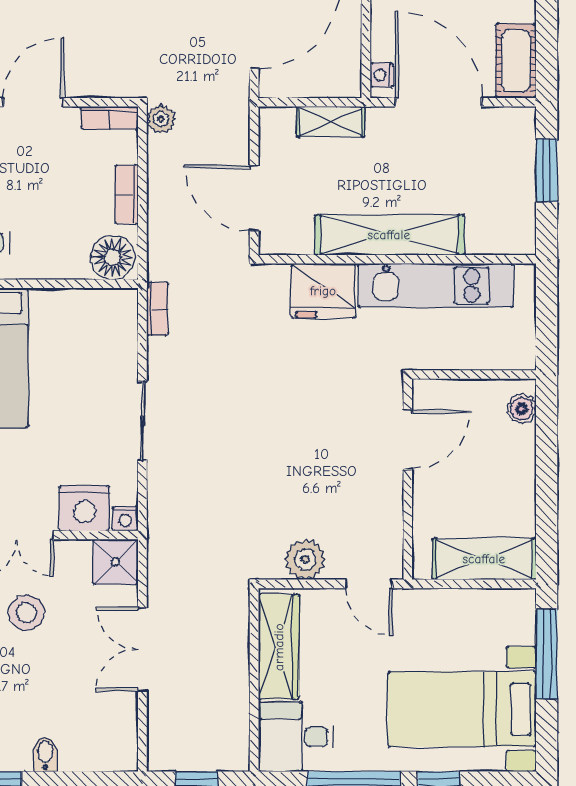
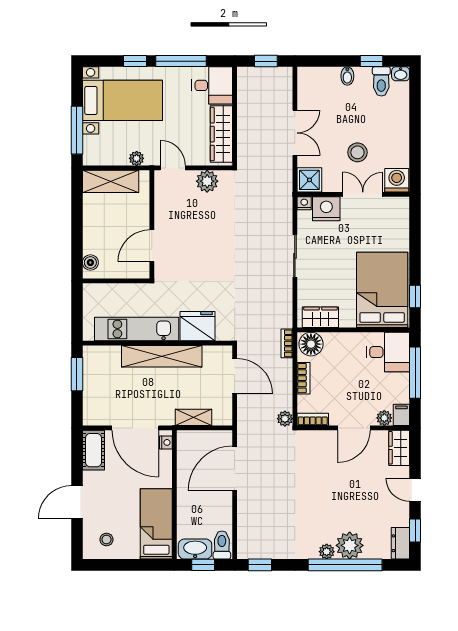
window: (547, 170) -> (77, 374), moved
wardrobe: (95, 307) -> (320, 317), added
bookcase: (157, 309) -> (287, 343), moved
plant: (436, 602) -> (137, 158), added

